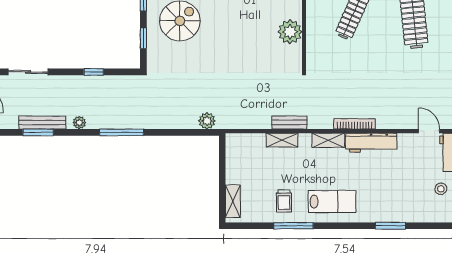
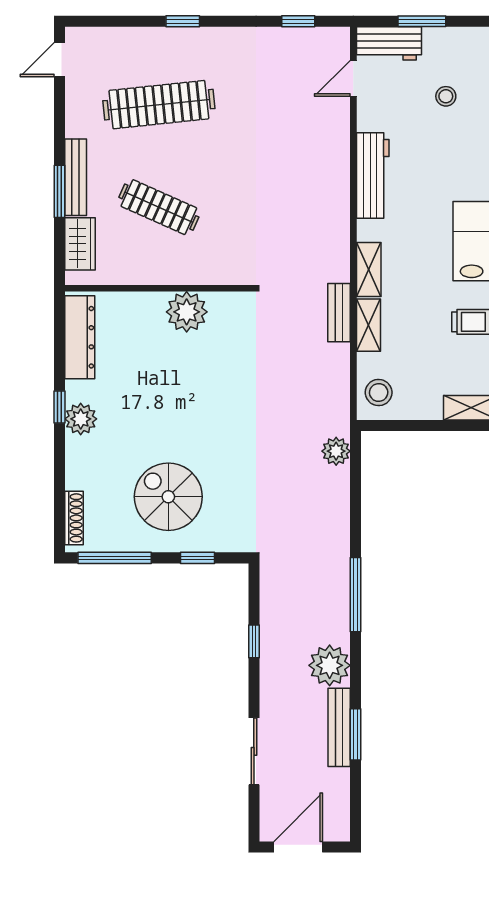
plant: (79, 123) -> (330, 665), width x1.87, depth x1.87
bookcase: (355, 124) -> (341, 203), removed
shelving: (328, 140) -> (369, 270), moved
stool: (242, 146) -> (379, 392), added
stool: (441, 189) -> (446, 96), moved

